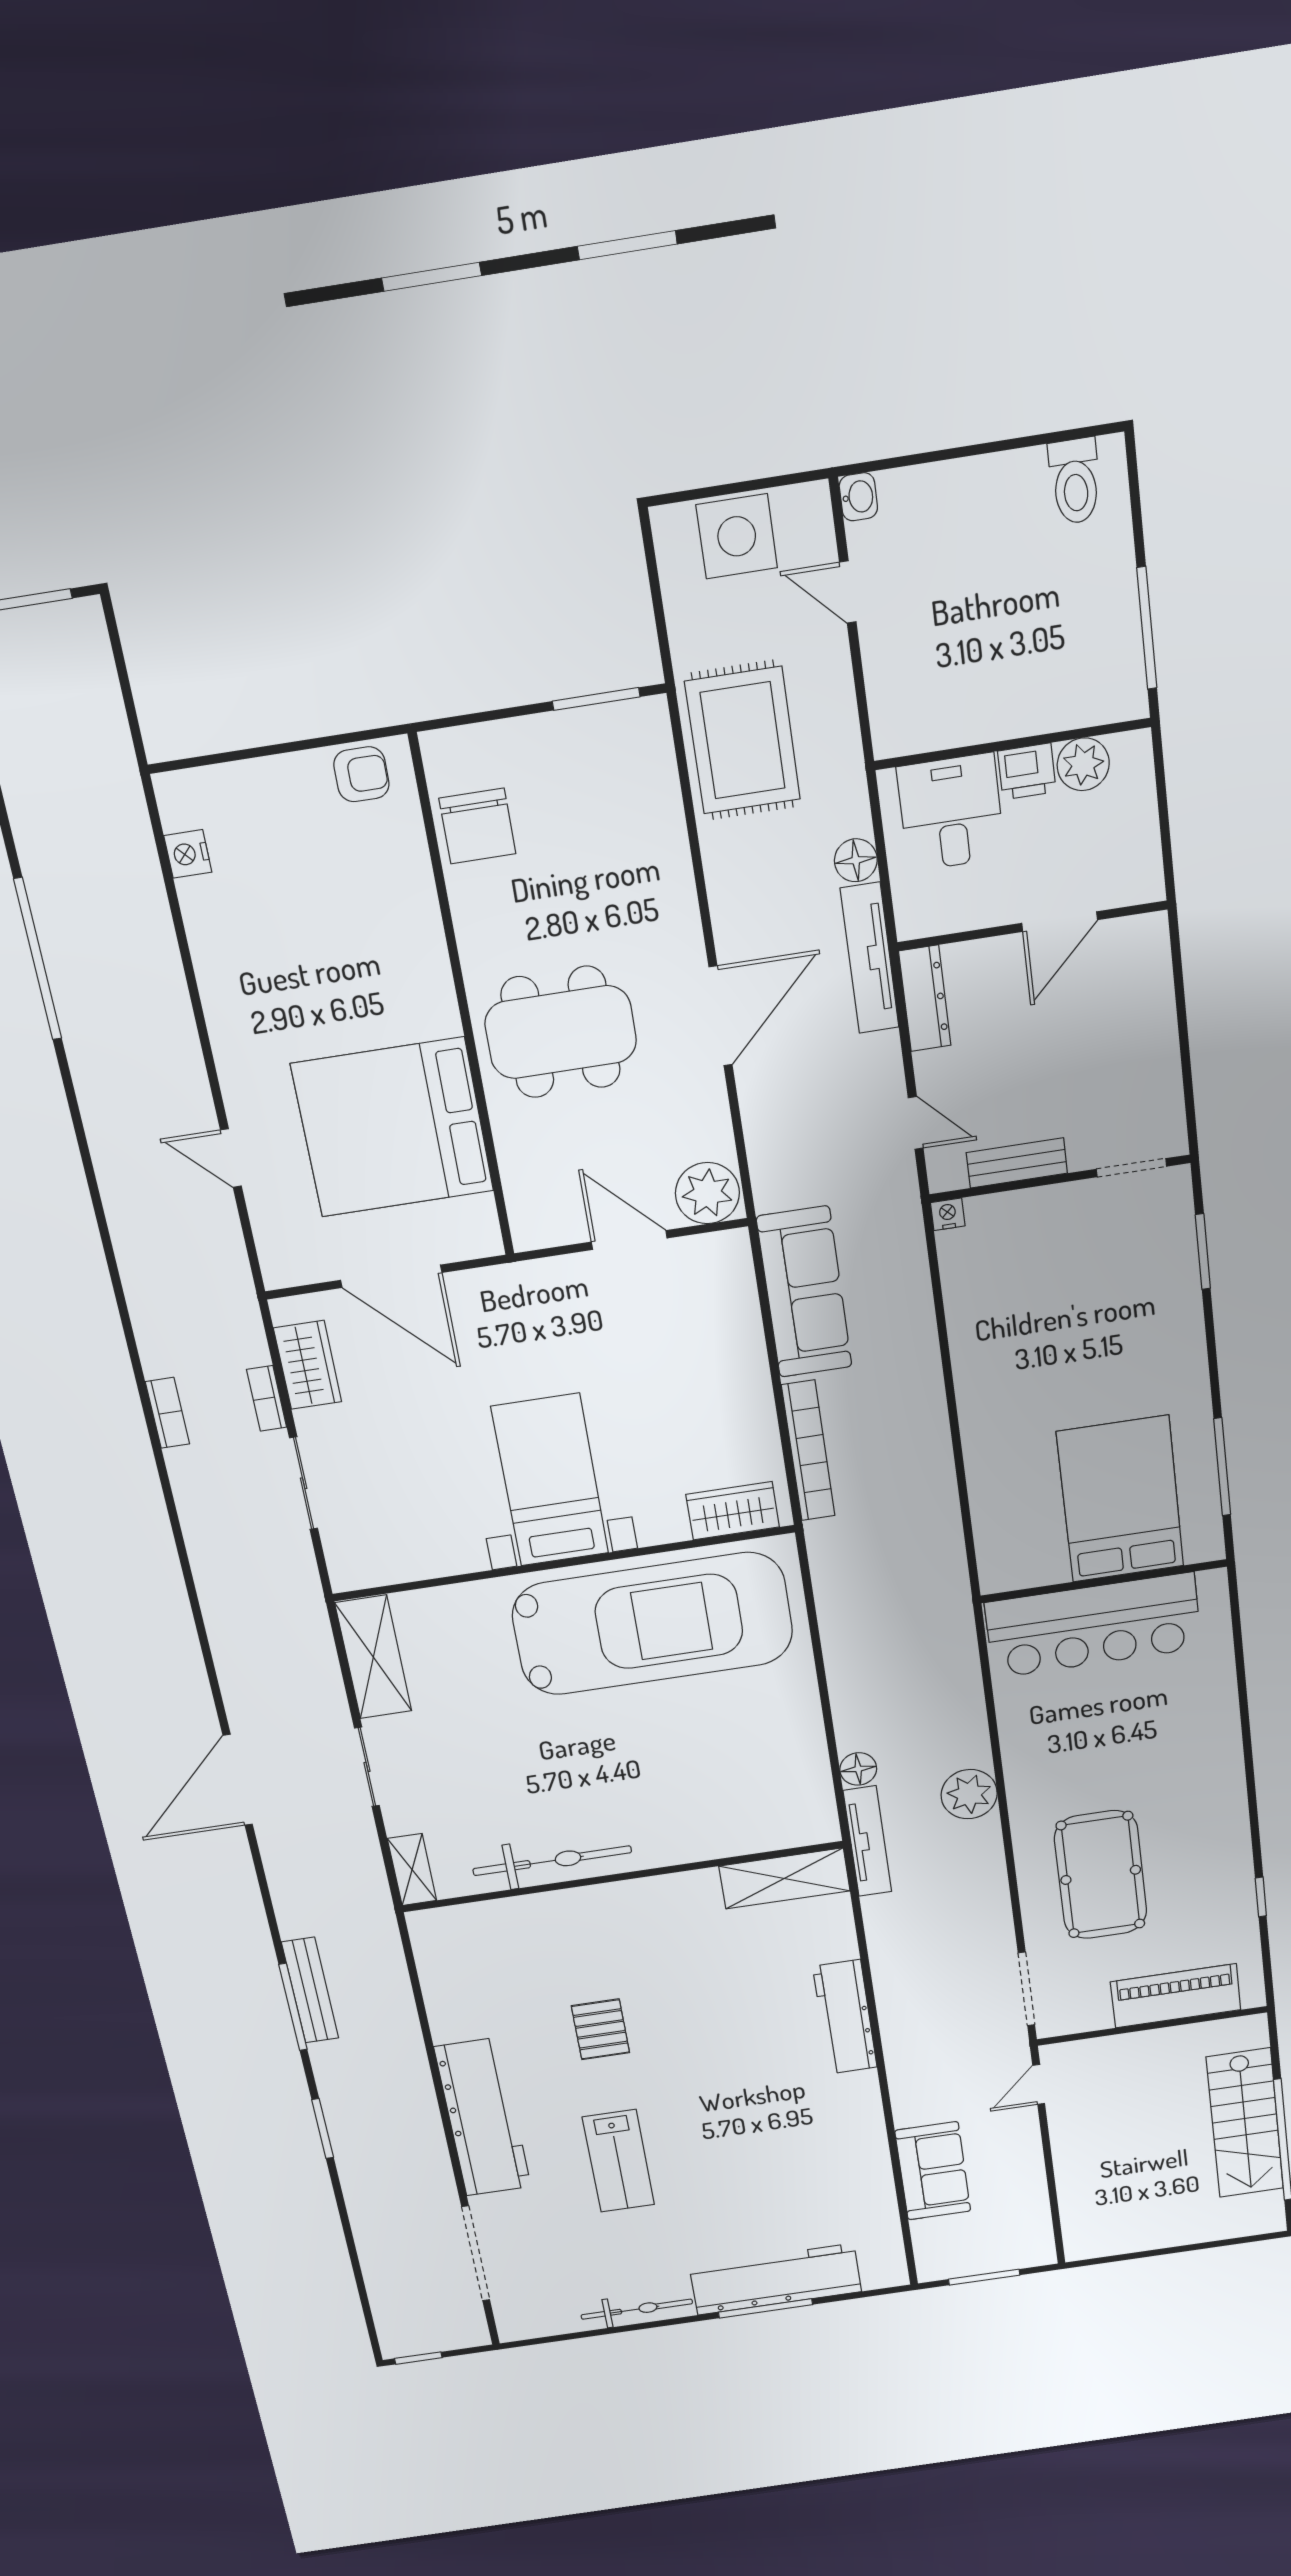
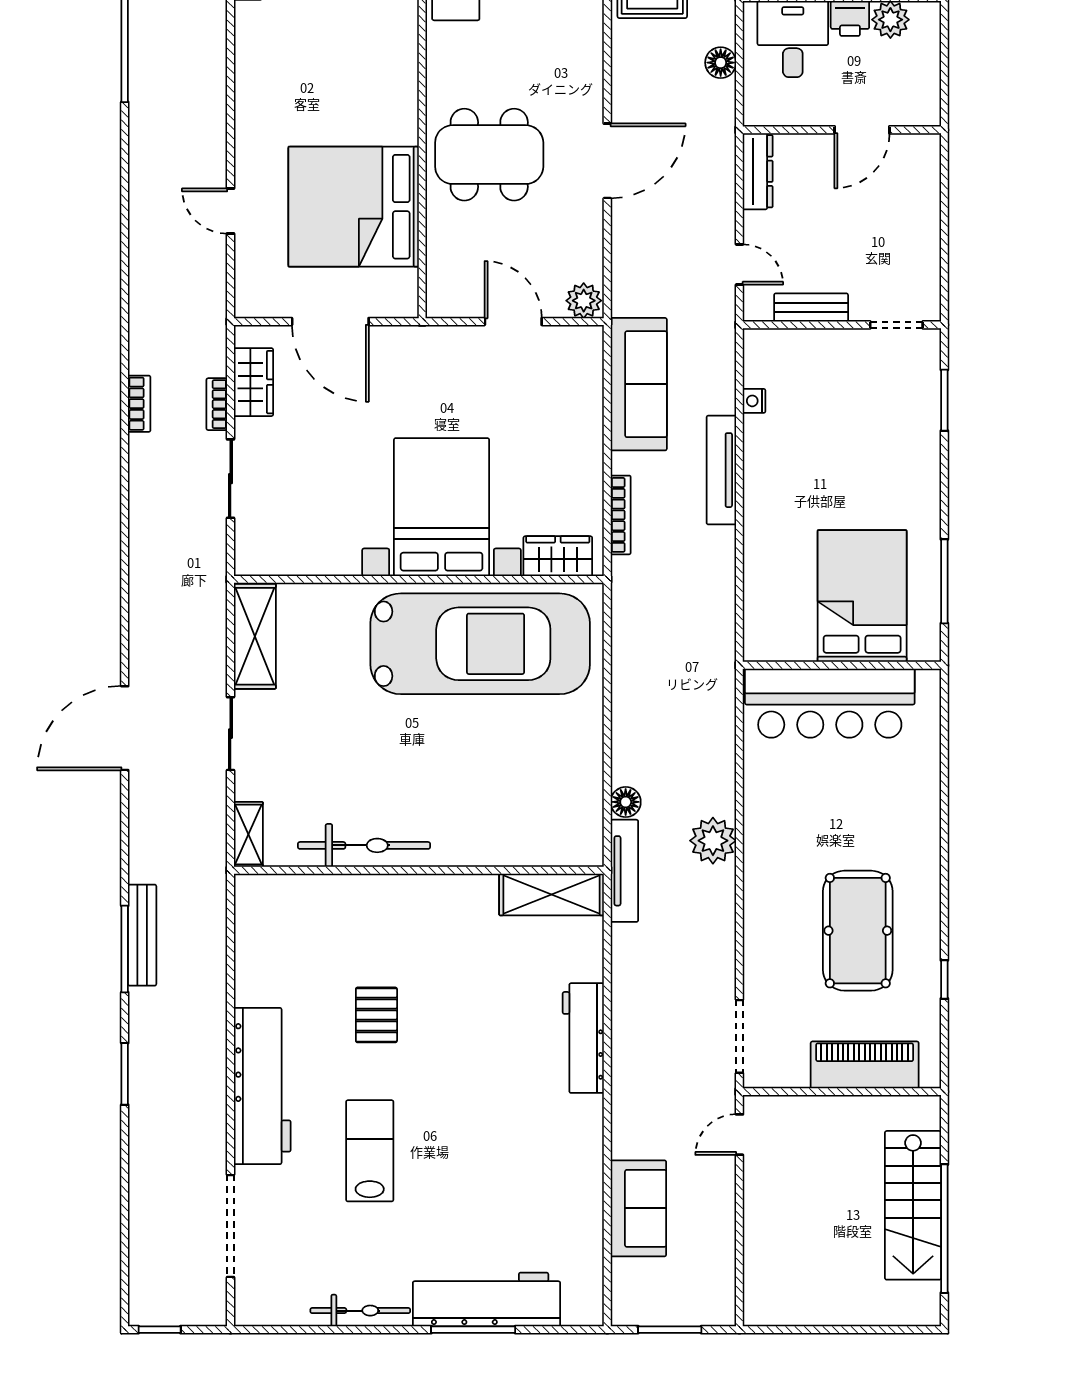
tv unit: (870, 958) -> (721, 470), moved
plant: (707, 1193) -> (584, 301), width x0.73, depth x0.73
nightstand: (948, 1214) -> (754, 401), moved, turned -90
bookcase: (808, 1451) -> (621, 515), width x0.68, depth x0.76
bed with nightstands: (550, 1480) -> (442, 507), width x1.36
pool table: (1101, 1875) -> (858, 931), moved
lab bench: (618, 2161) -> (370, 1151), turned 180

